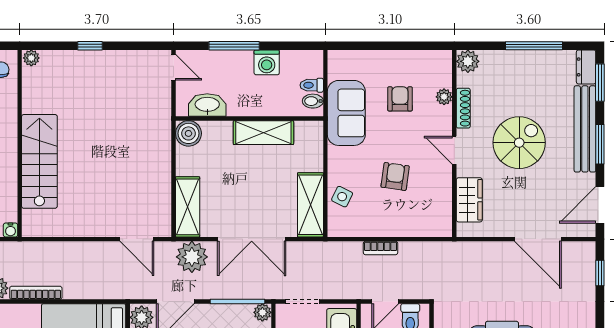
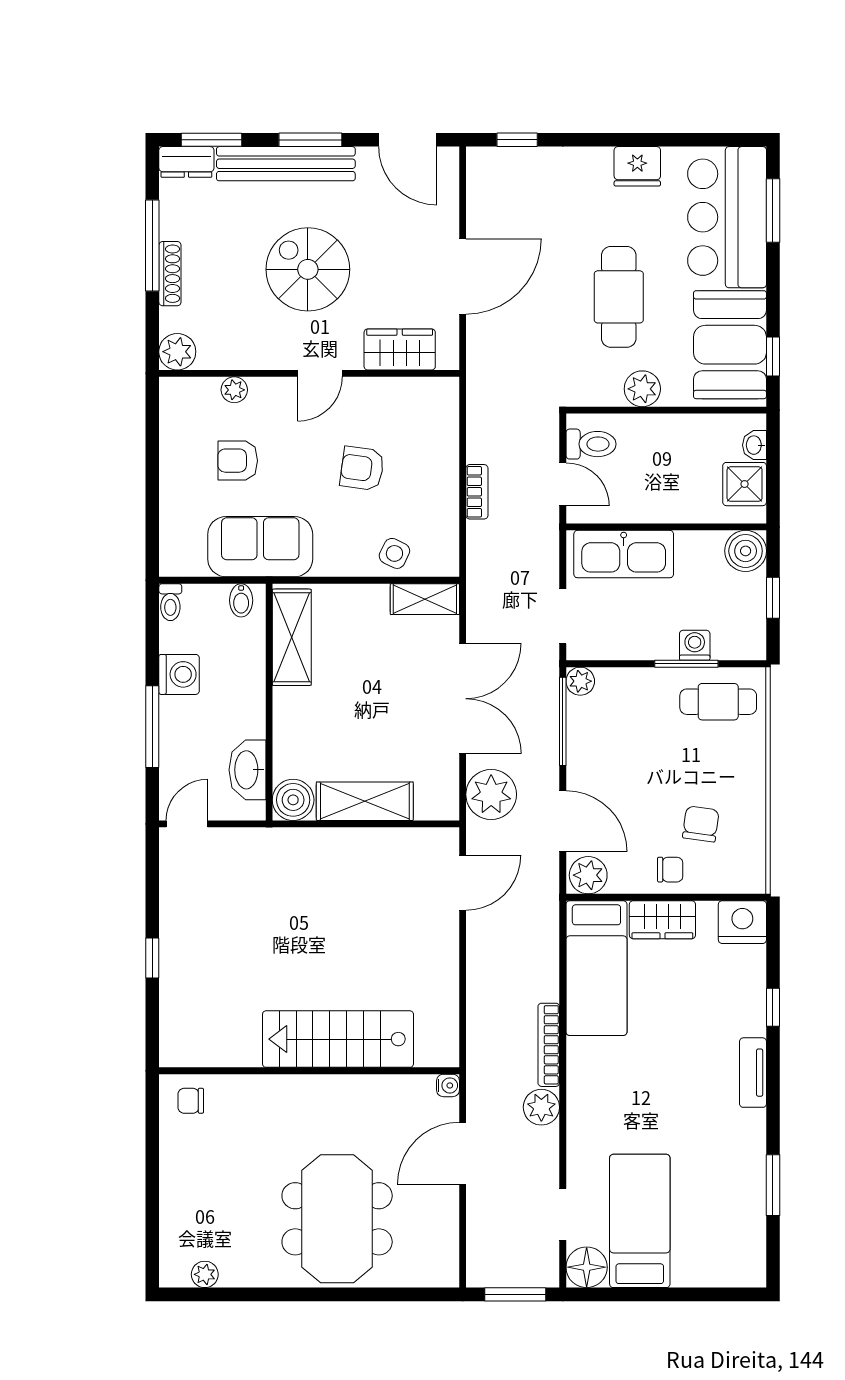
plant: (31, 58) -> (172, 1052), removed
toilet: (312, 85) -> (170, 602), moved
shoe rack: (463, 108) -> (170, 274), moved, turned 90
shelving: (263, 133) -> (292, 637), moved
shelving: (310, 205) -> (425, 599), width x0.67, depth x0.75
shelving: (188, 207) -> (365, 801), moved
door: (538, 239) -> (463, 276), moved

